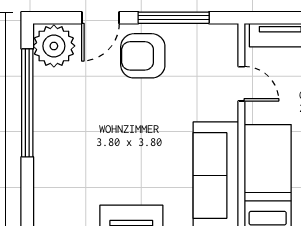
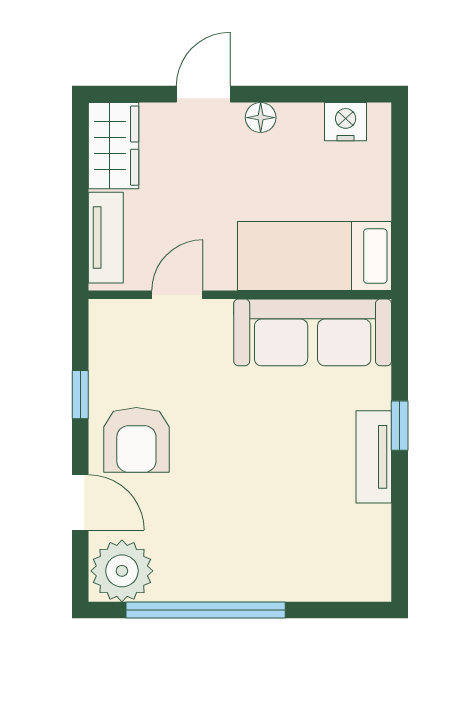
window: (174, 18) -> (80, 395), width x0.46

